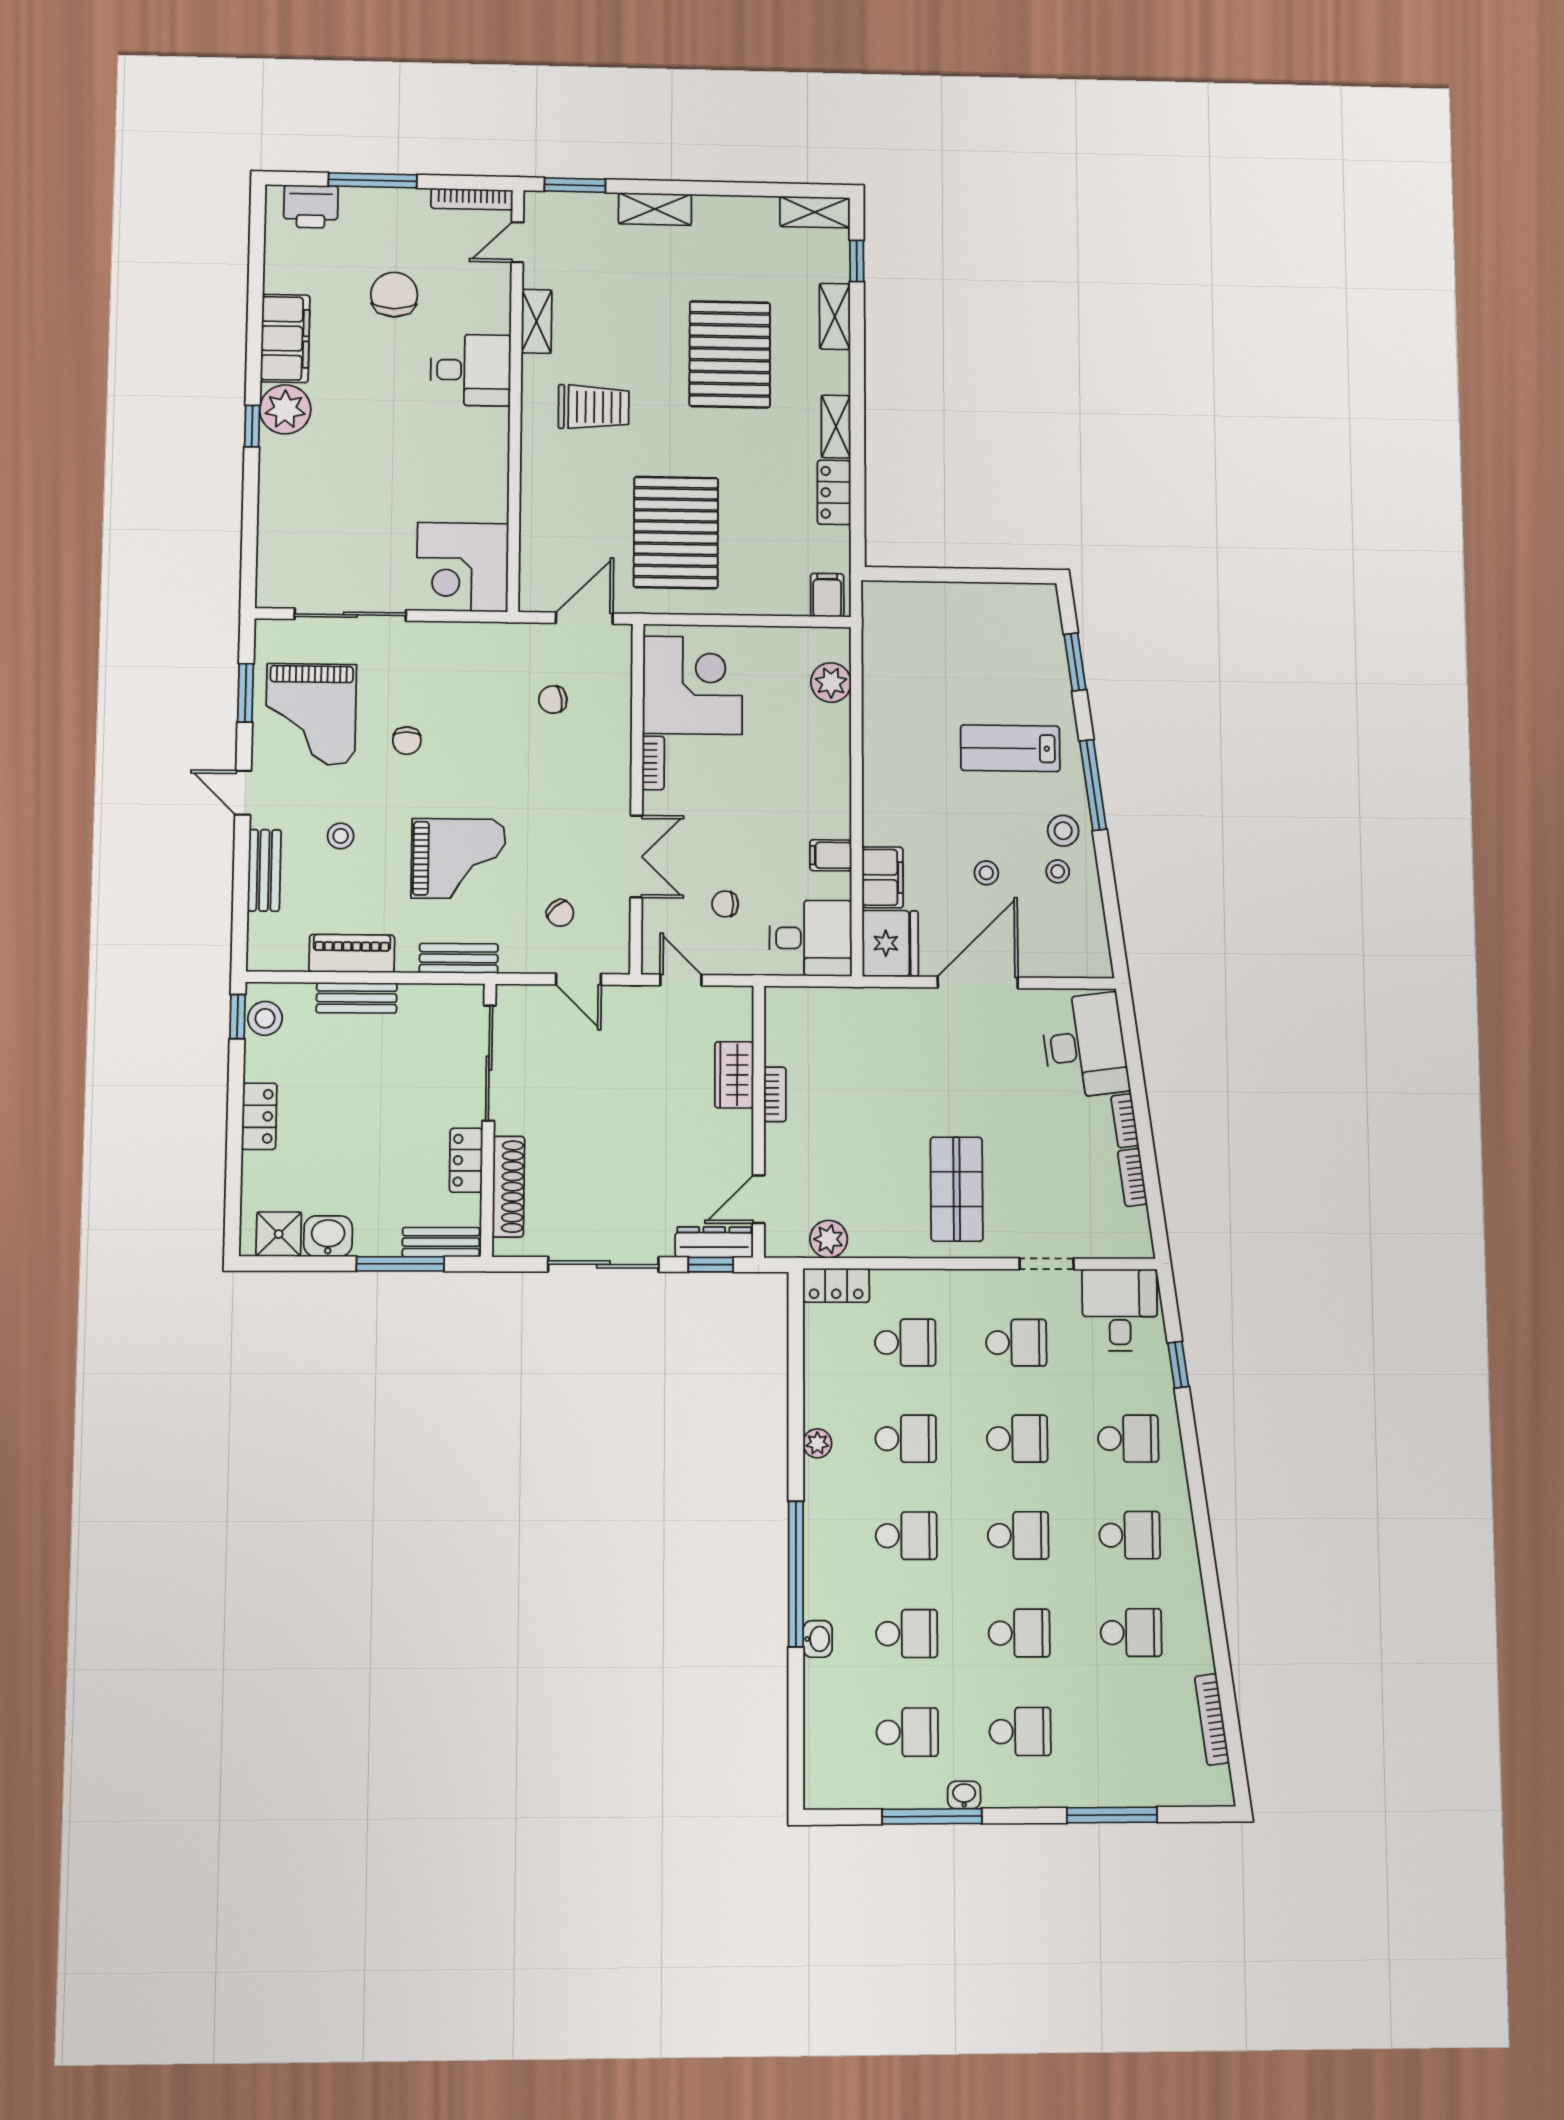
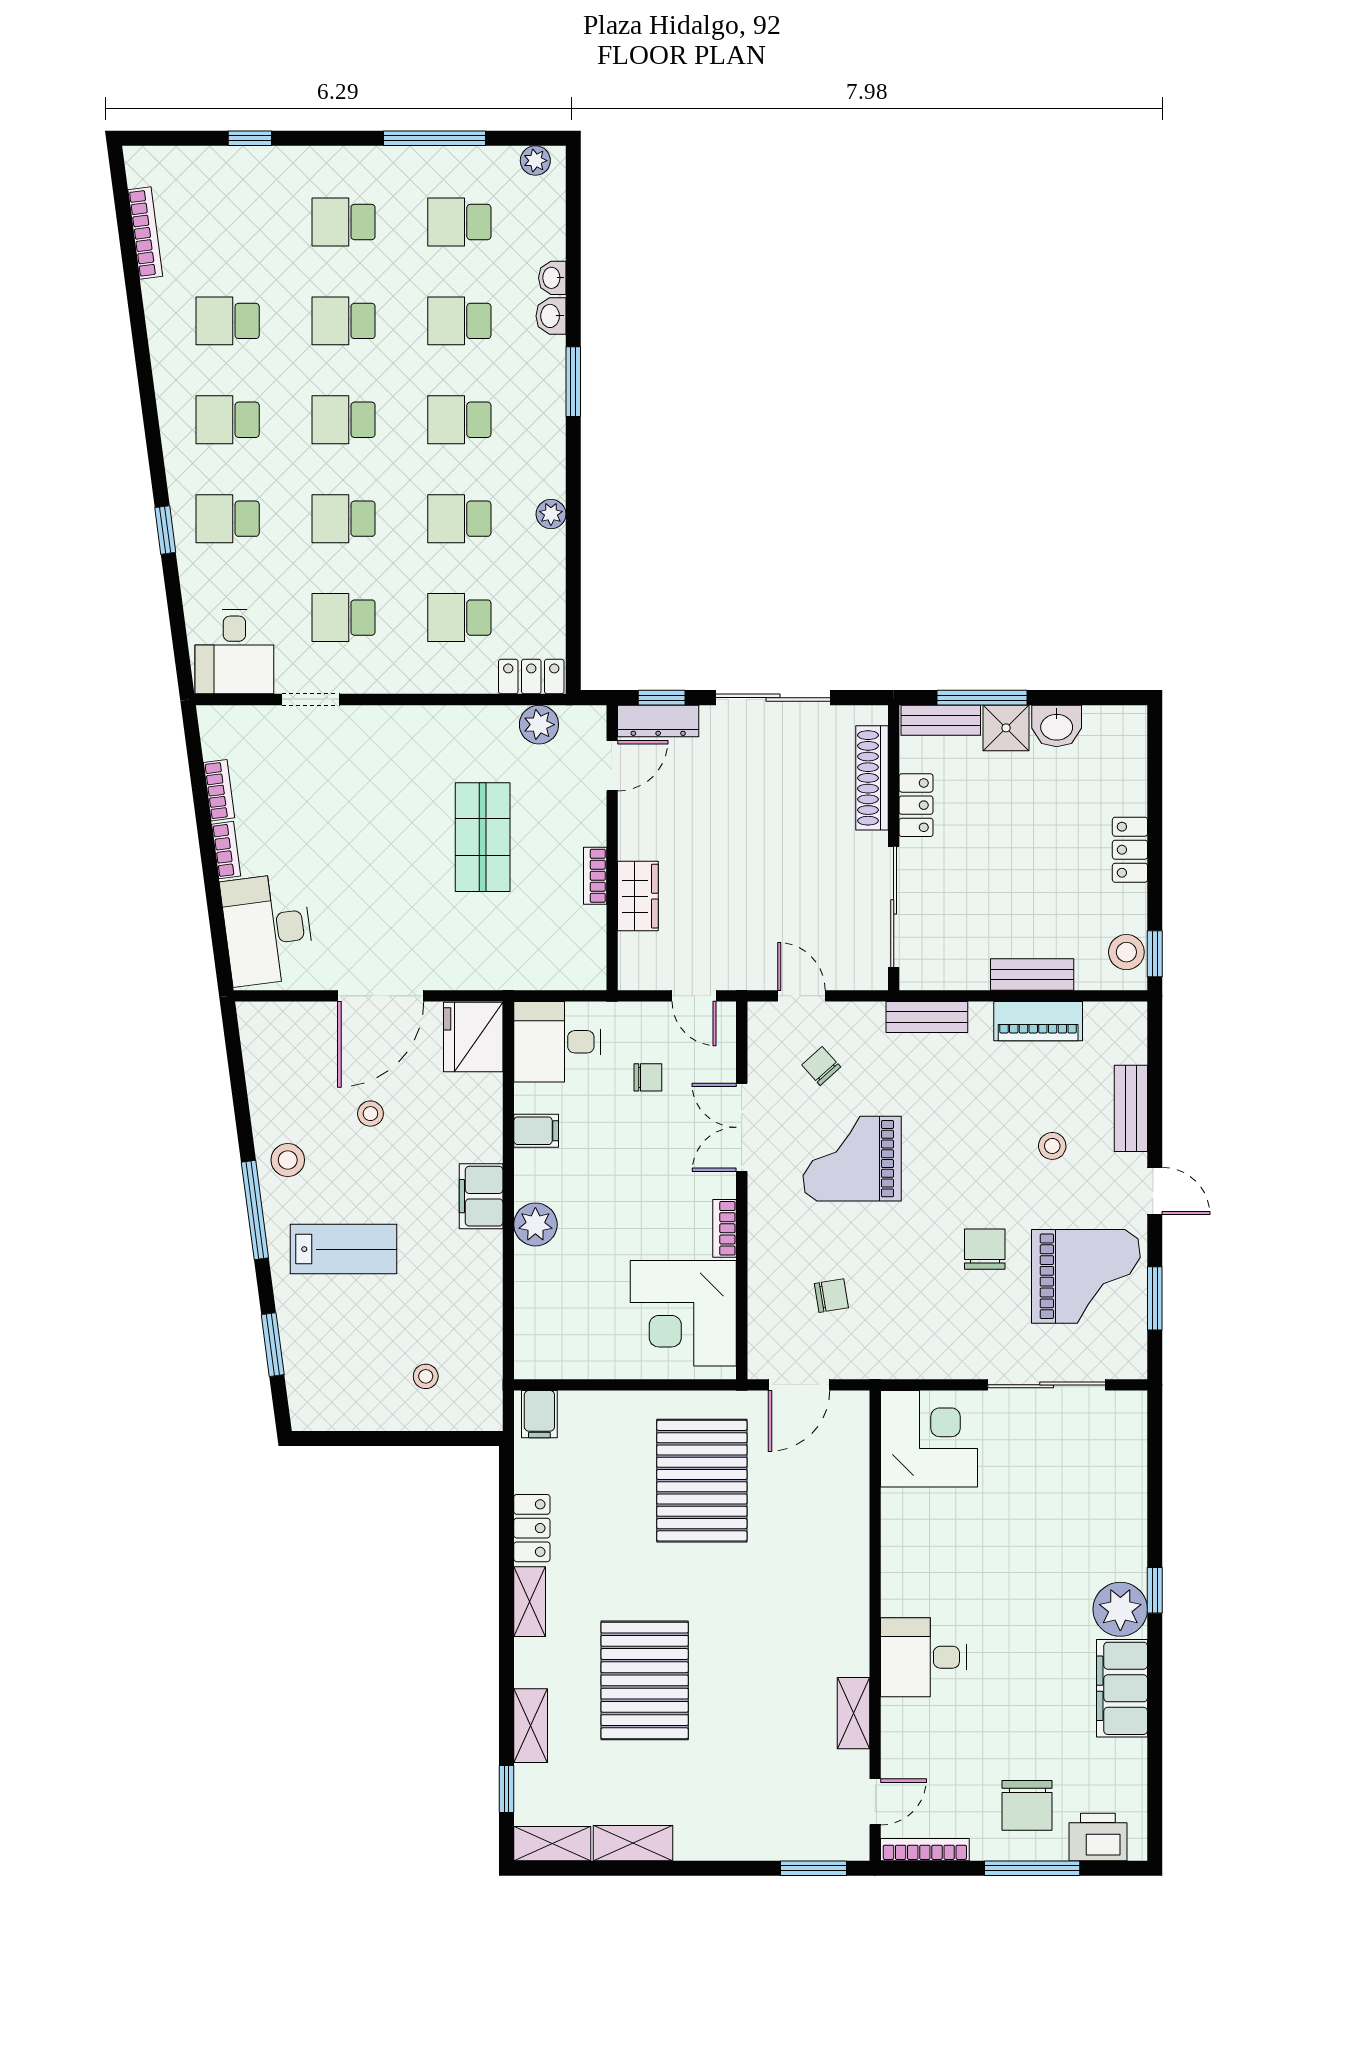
shelving: (655, 209) -> (633, 1843), moved
chair: (394, 295) -> (1027, 1805), moved
trolley: (594, 407) -> (791, 1618), removed
plant: (831, 683) -> (535, 1224), moved
grand piano: (311, 714) -> (1086, 1276), turned 90
chair: (407, 741) -> (985, 1249), width x1.37, depth x1.37
grand piano: (458, 859) -> (852, 1159), moved
stool: (1058, 871) -> (426, 1376), moved
filing cabinet: (883, 877) -> (481, 1196), moved
shop shelf: (957, 1189) -> (483, 837), moved
shower: (279, 1234) -> (1006, 728), moved
window: (1178, 1365) -> (165, 530), moved
window: (796, 1574) -> (573, 382), width x0.47
plant: (833, 1795) -> (535, 161), added
washbasin: (964, 1795) -> (552, 278), moved, turned 90
window: (1112, 1815) -> (250, 138), width x0.46

